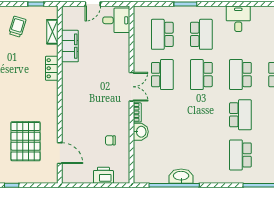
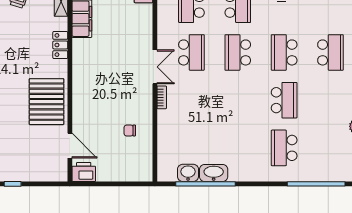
washbasin: (141, 132) -> (188, 173), moved, turned -90
pallet: (26, 141) -> (47, 102), moved
printer: (103, 175) -> (84, 172), moved

